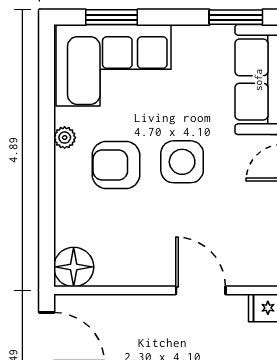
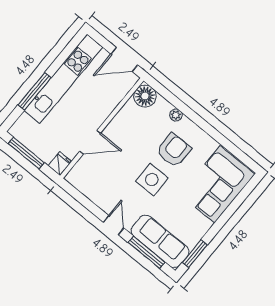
window: (112, 17) -> (239, 200), removed
plant: (65, 138) -> (176, 115), moved

